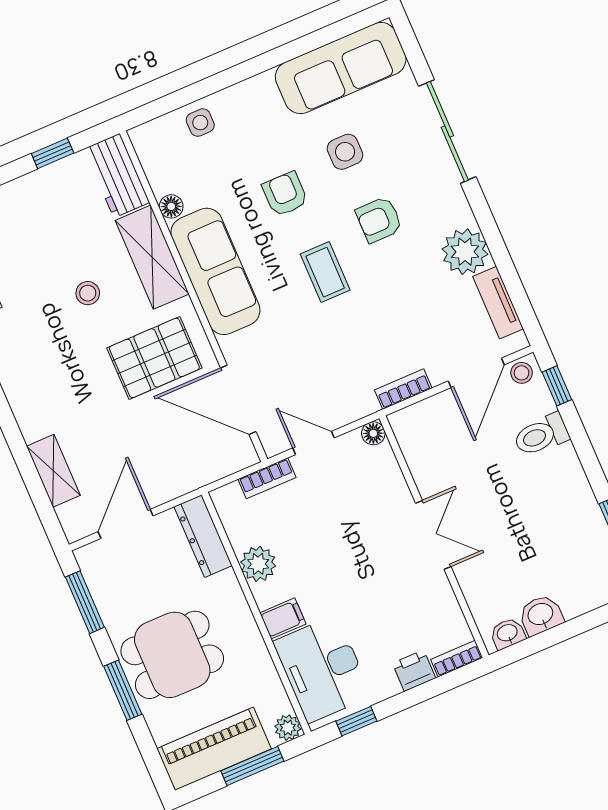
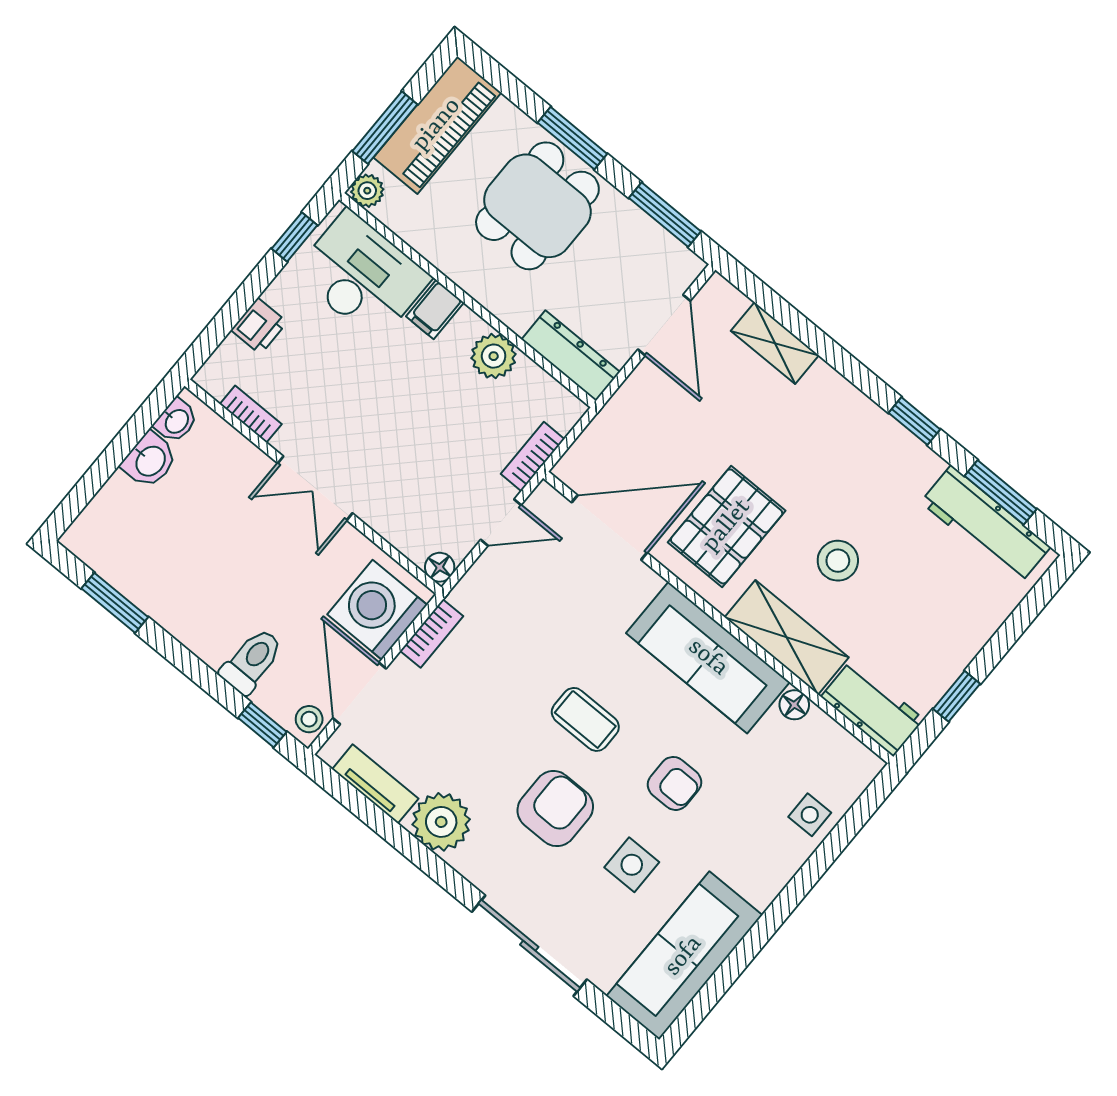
armchair: (379, 220) -> (555, 809), width x1.38, depth x1.38
stool: (88, 293) -> (838, 561), width x1.37, depth x1.37
washing machine: (433, 426) -> (377, 610), added
bookcase: (457, 659) -> (251, 414), moved, turned -90

